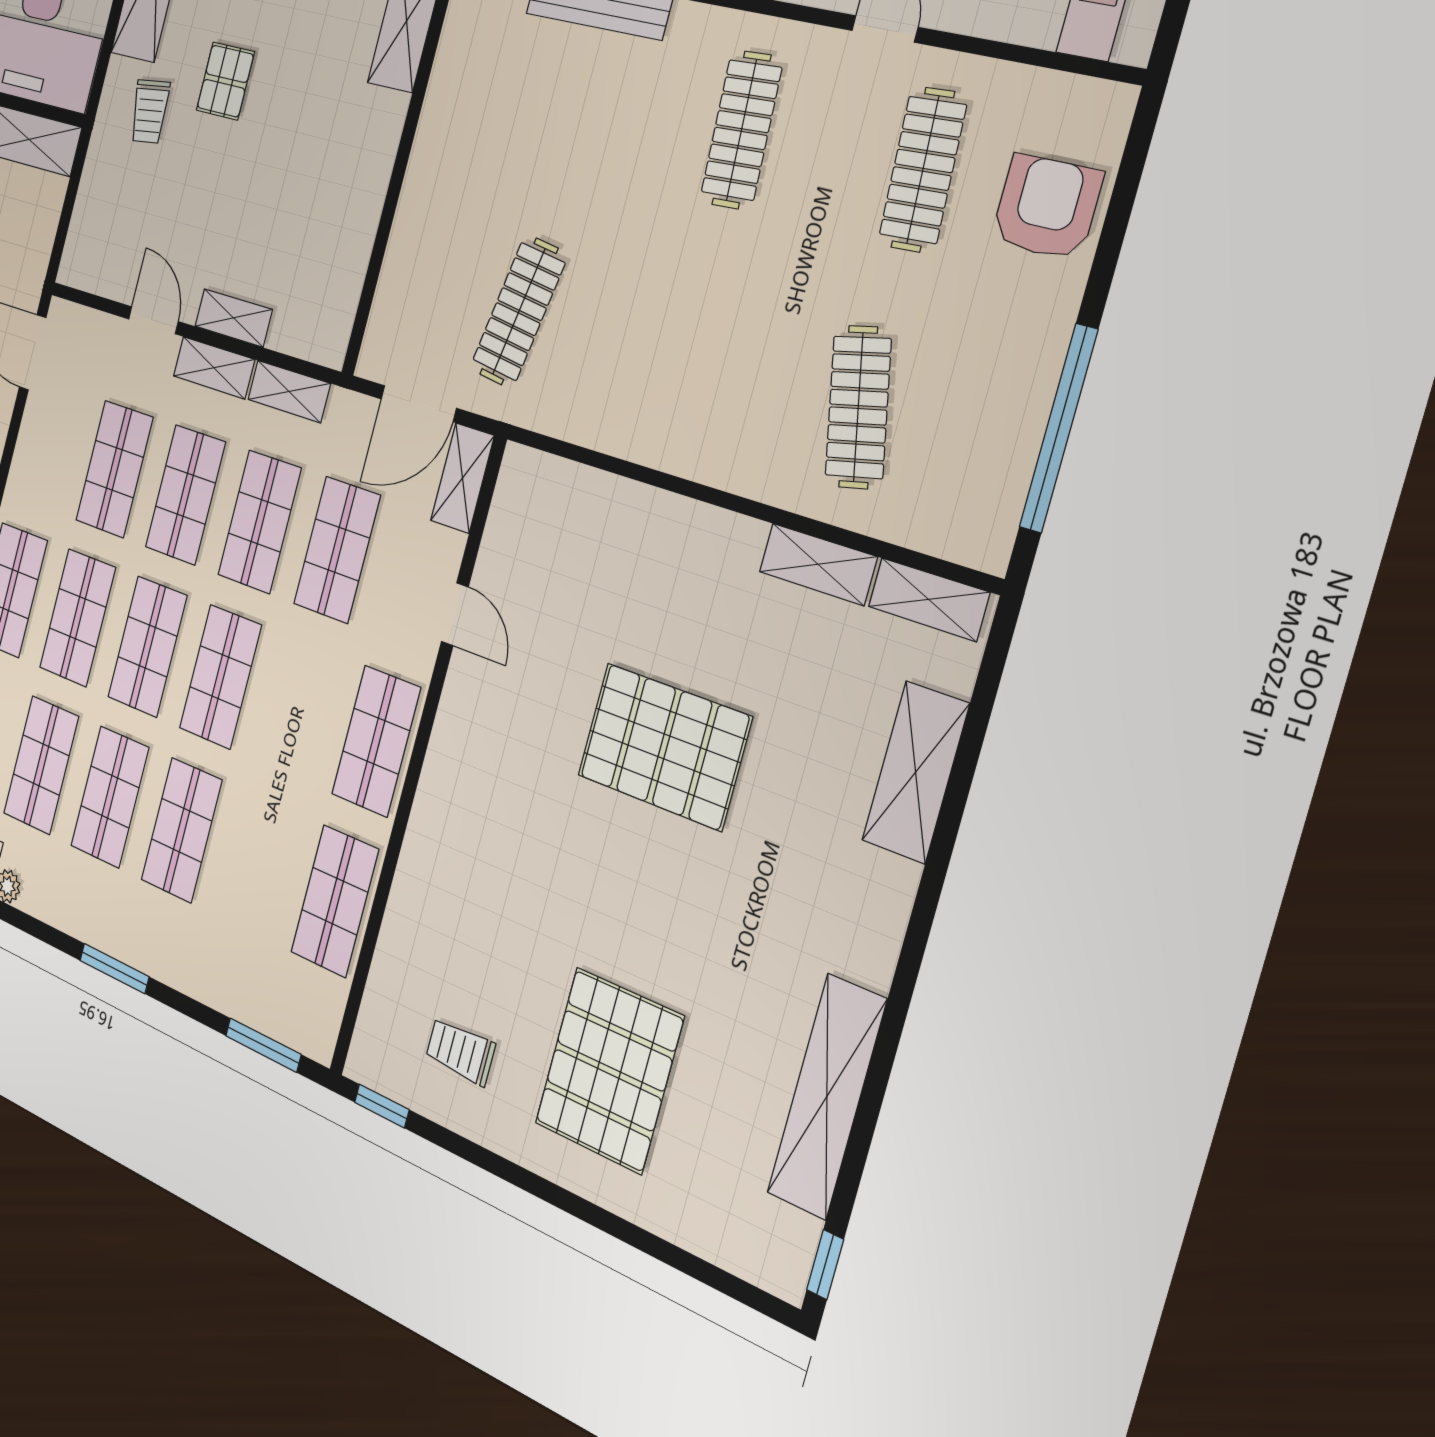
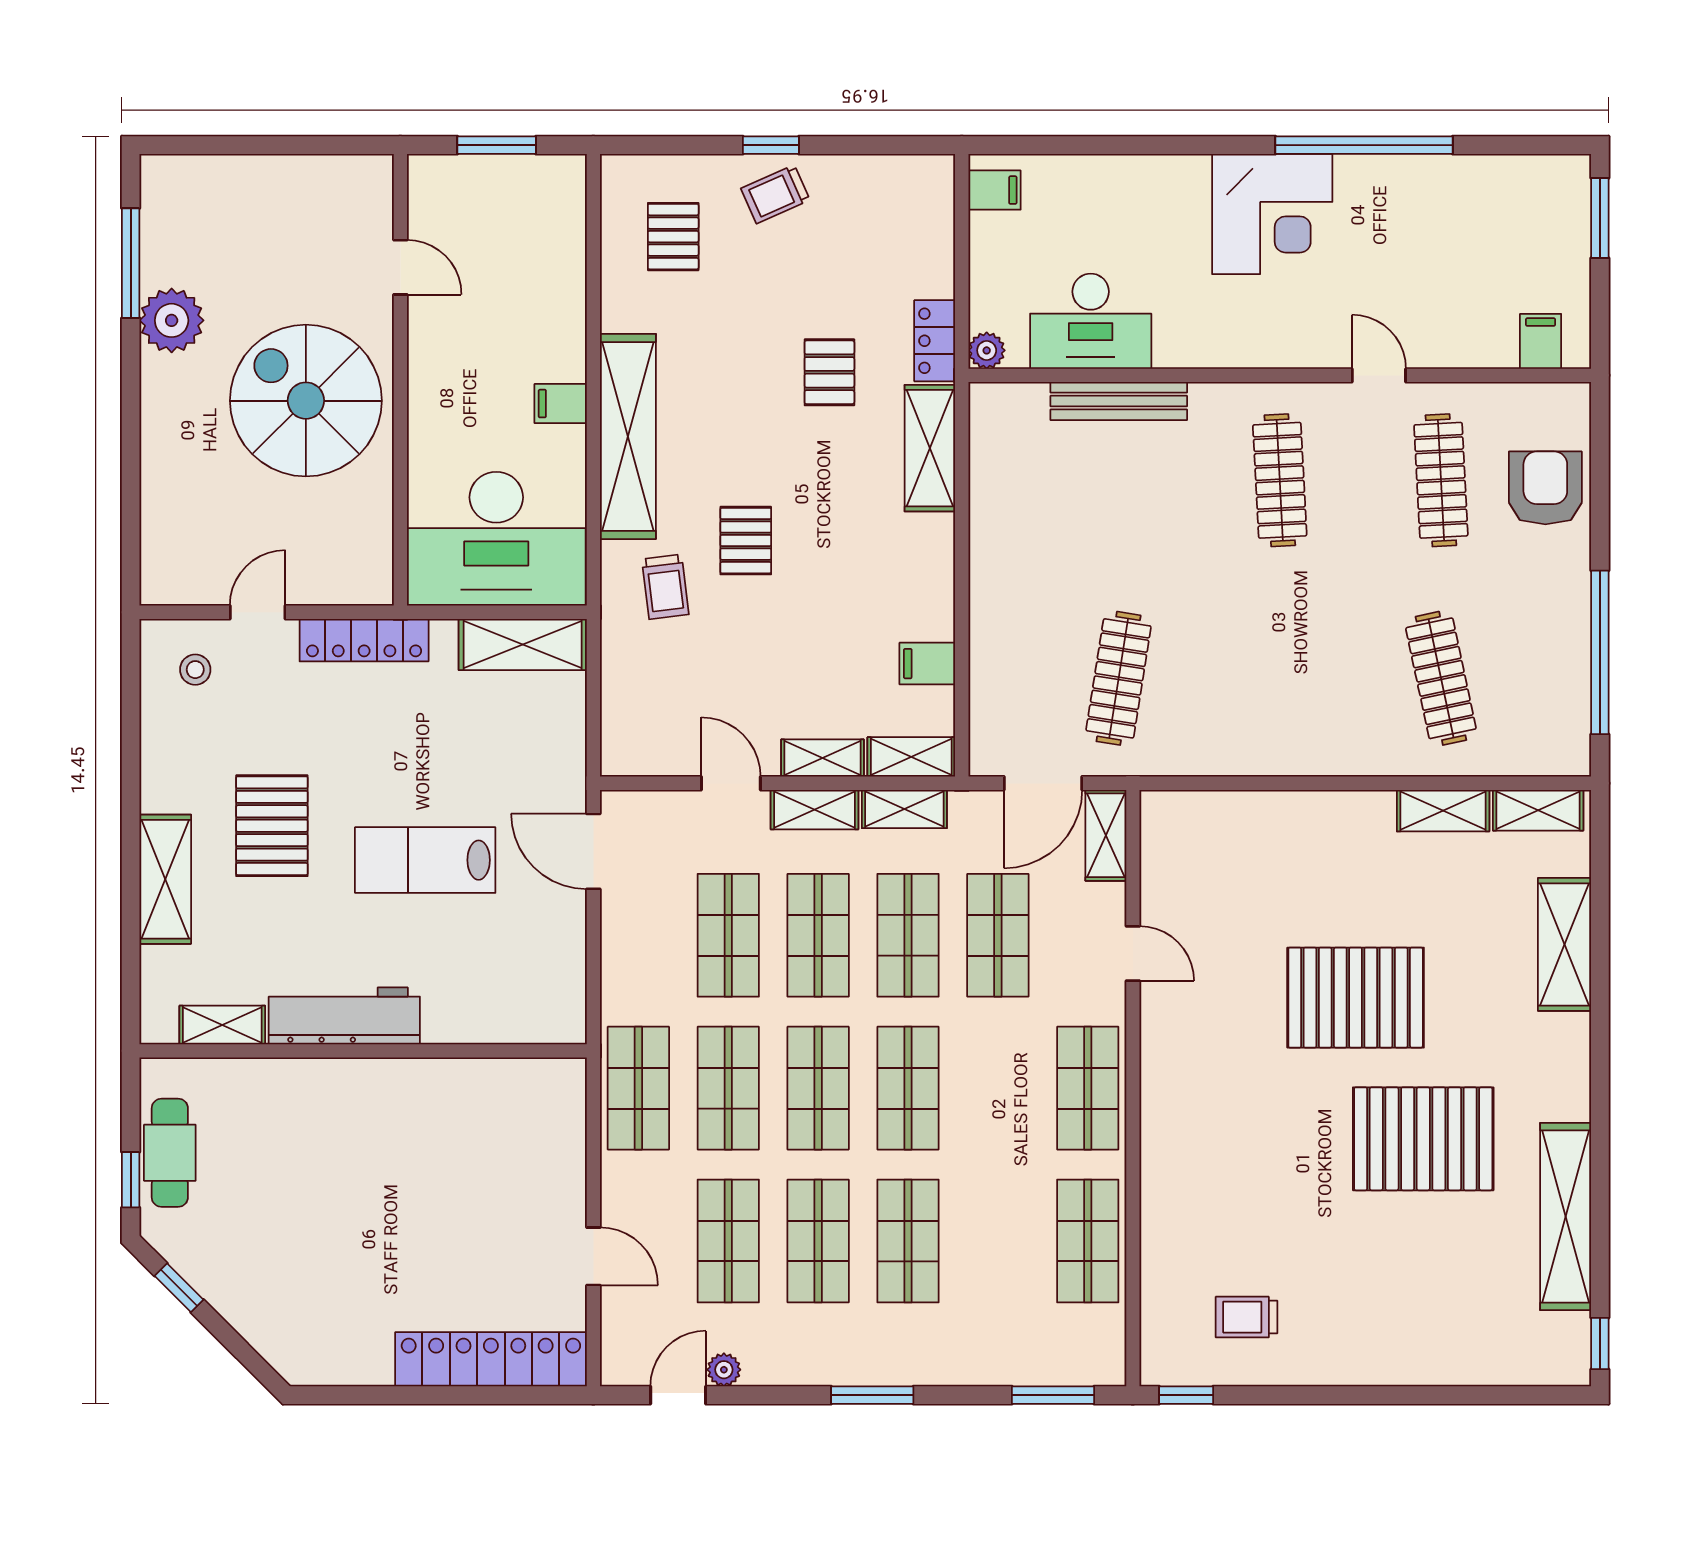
filing cabinet: (347, 247) -> (927, 664), added
shelving: (309, 340) -> (911, 757), added
pallet: (609, 1070) -> (1423, 1139), moved, turned 90

